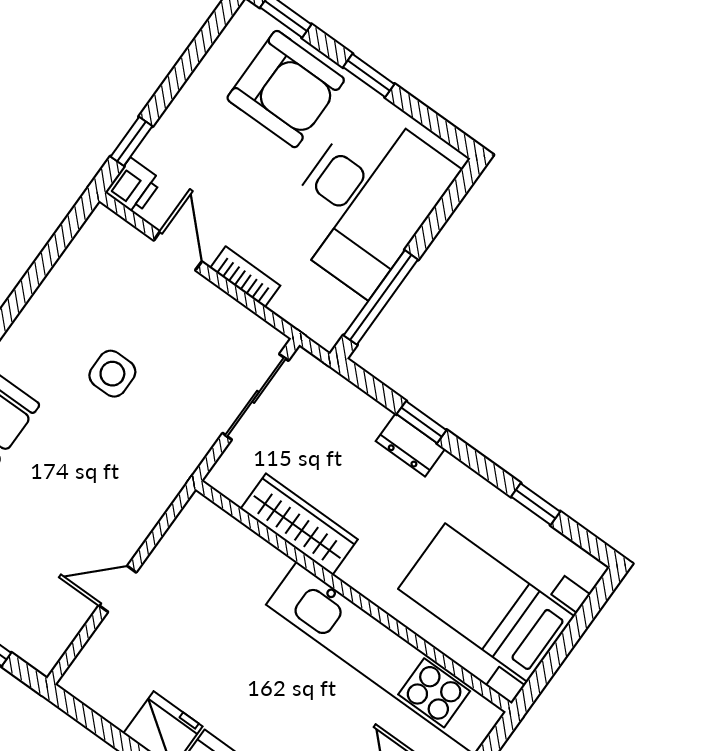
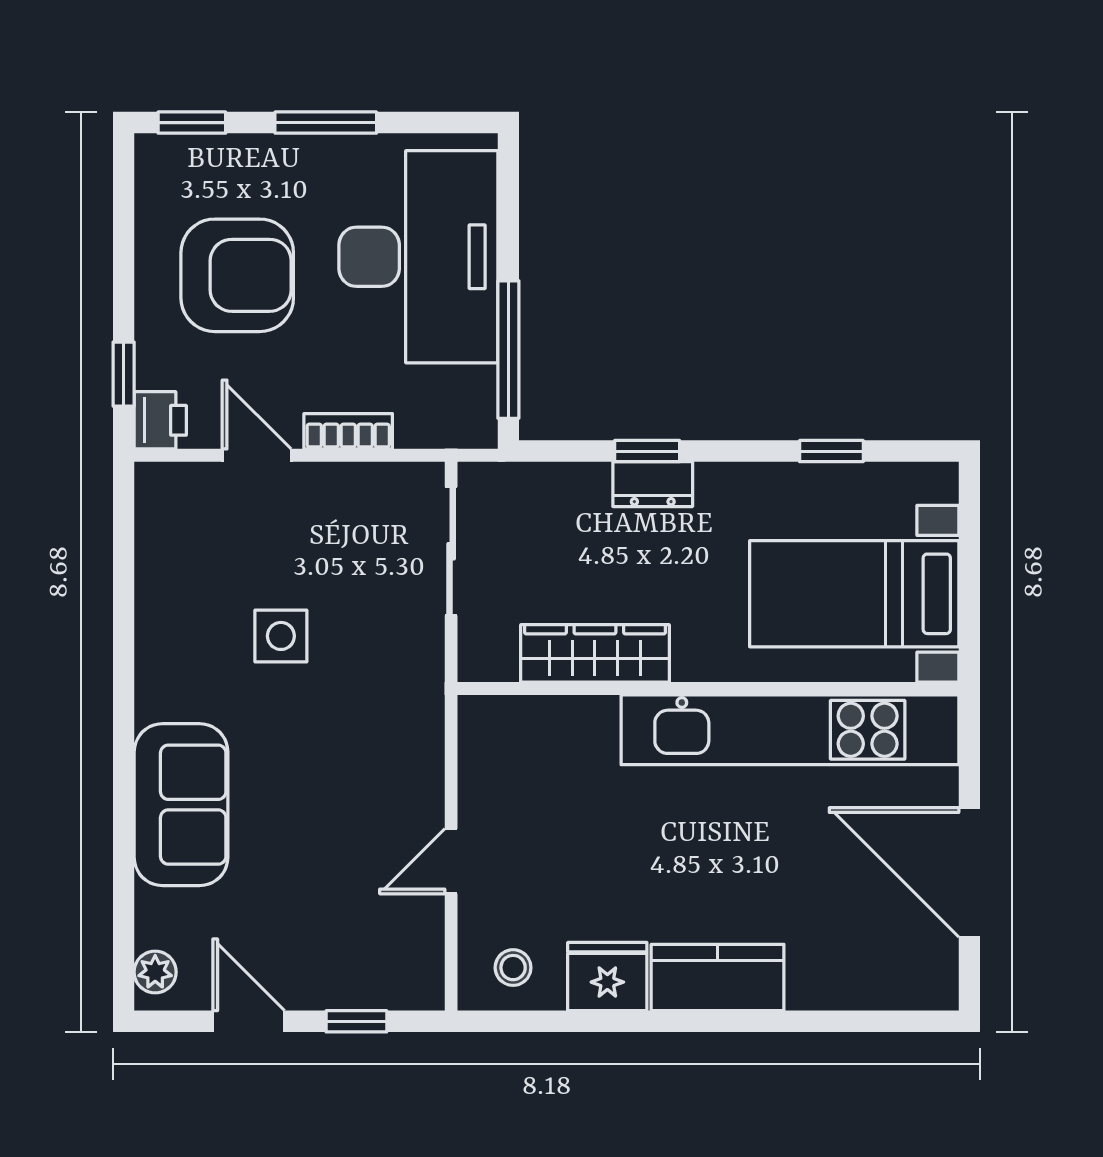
window: (369, 76) -> (326, 123), width x1.50
armchair: (286, 89) -> (237, 275), moved
stool: (109, 682) -> (513, 968), added

